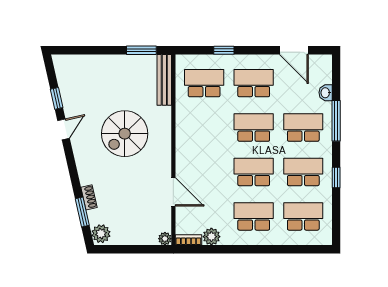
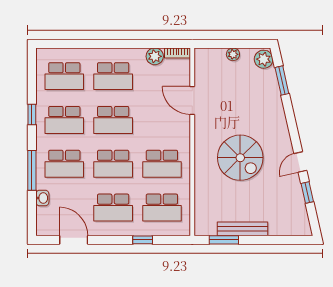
bench: (164, 80) -> (242, 229), moved, turned 90
school desk: (204, 128) -> (162, 164), added
spiral stairs: (125, 134) -> (240, 158), turned 90
shoe rack: (89, 197) -> (275, 95), removed
plant: (165, 239) -> (233, 54), moved

